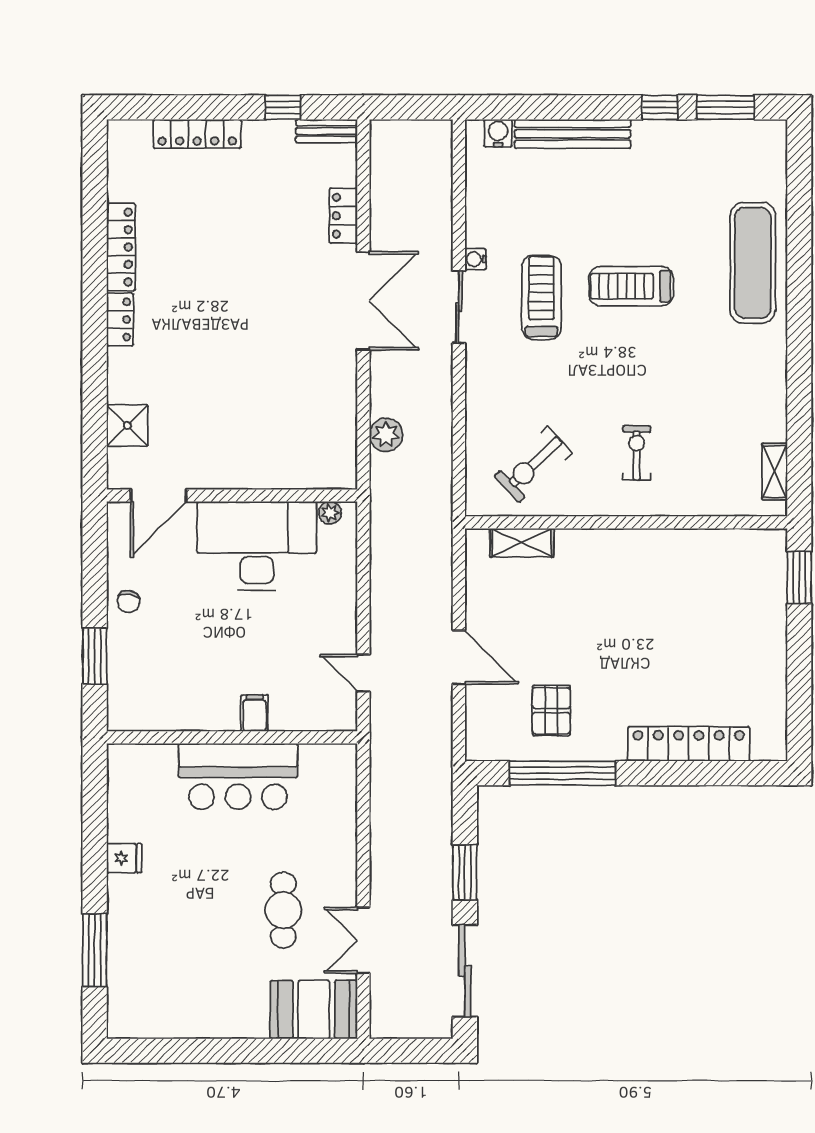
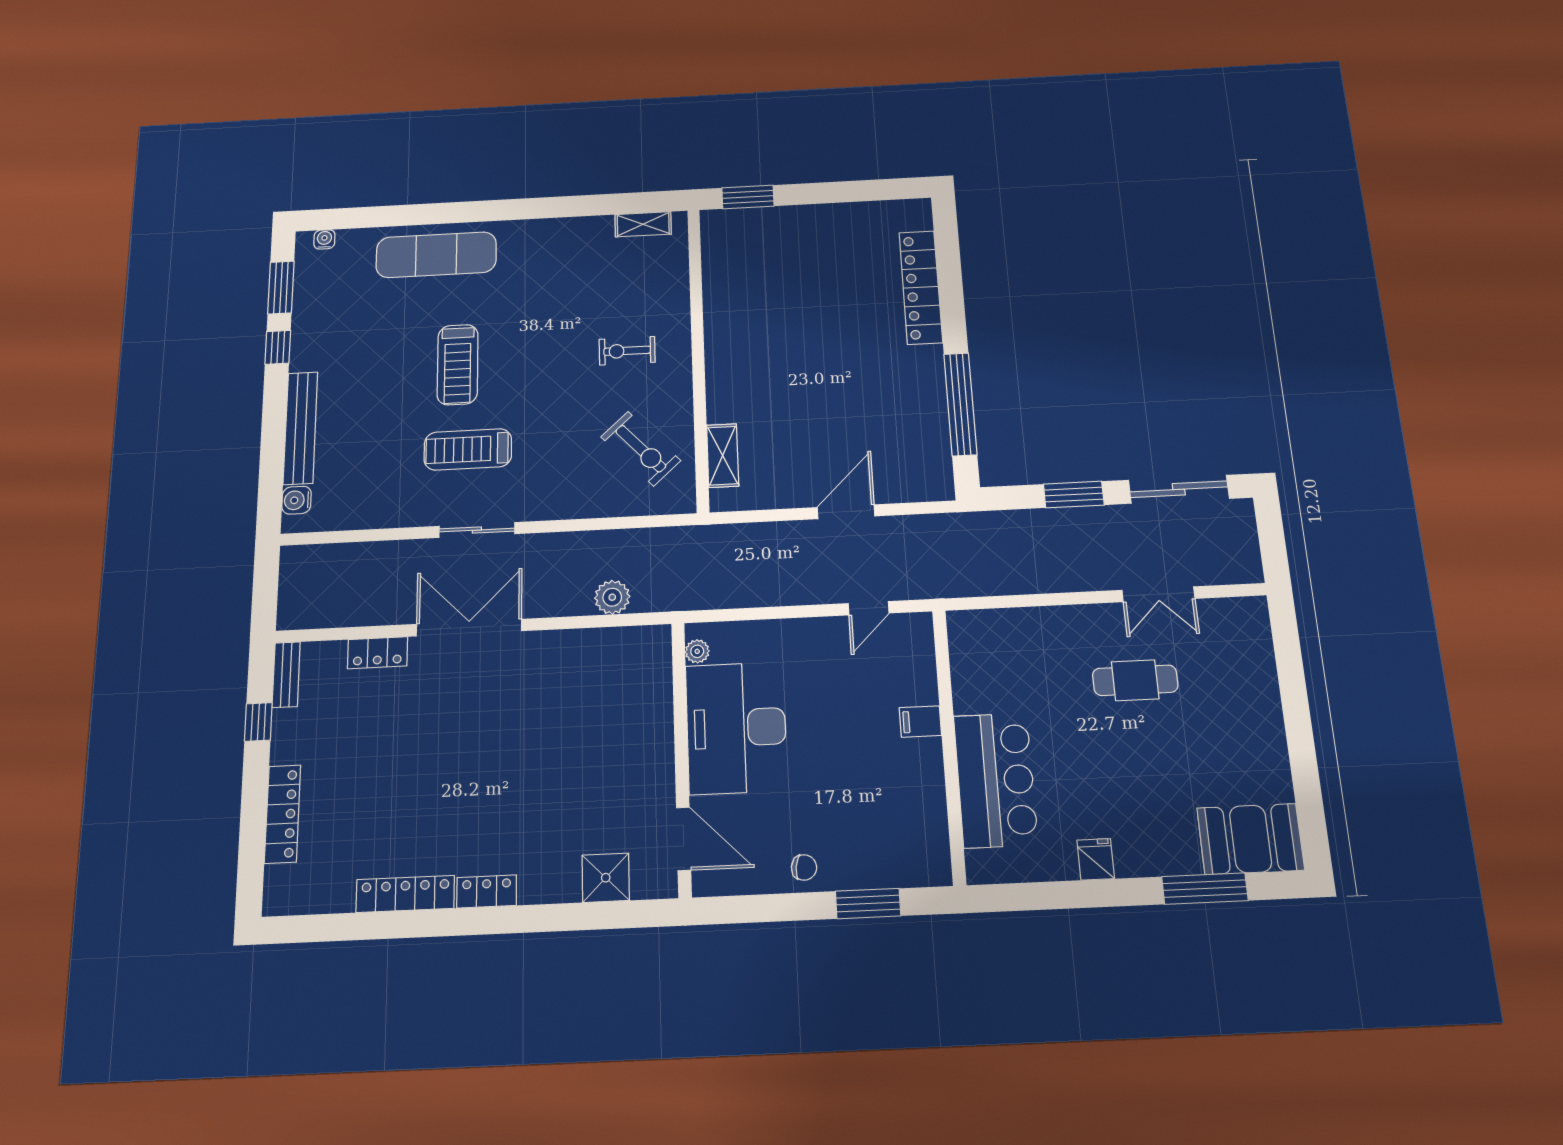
water cooler: (475, 259) -> (324, 239), moved, turned 180
pallet: (551, 711) -> (896, 418), removed
bar counter: (238, 776) -> (996, 780), moved
booth: (314, 1010) -> (1251, 839), moved, turned 90

